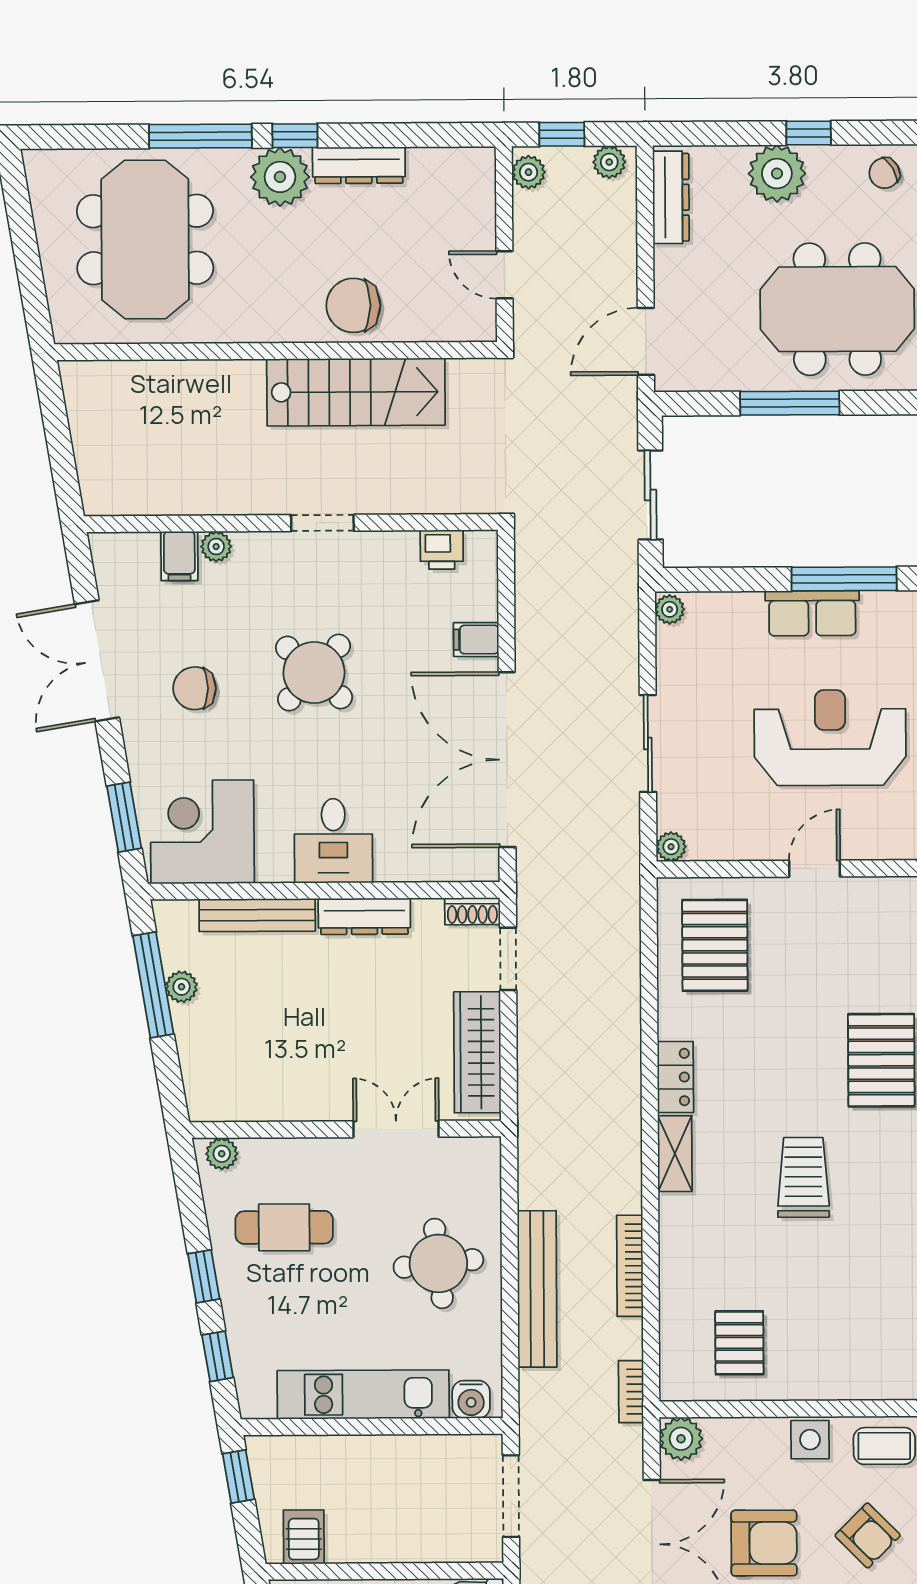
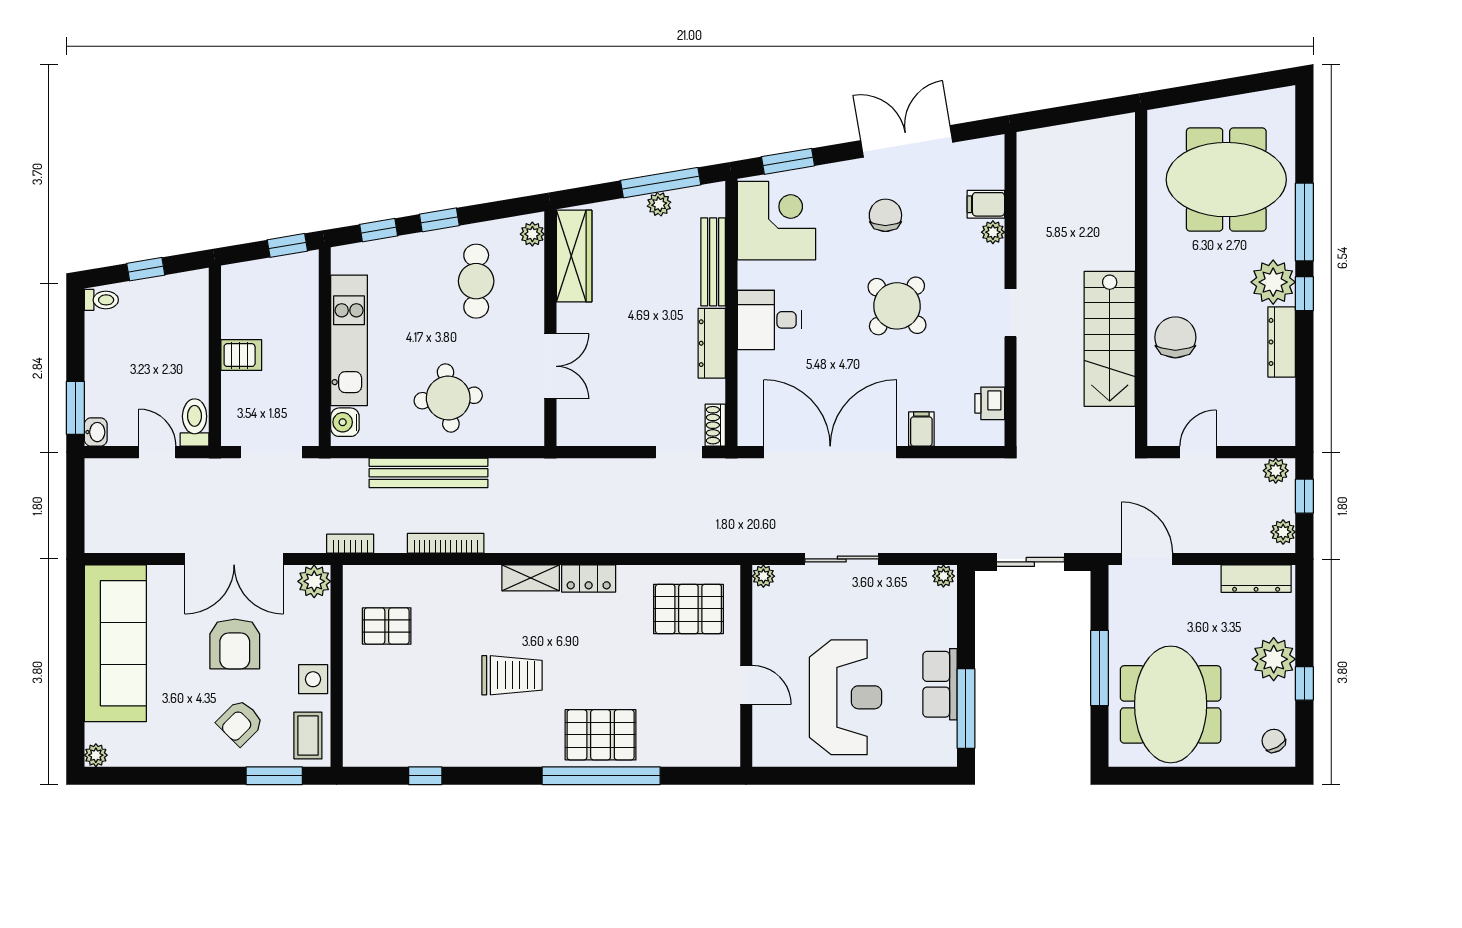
wardrobe: (477, 1052) -> (574, 256), moved, turned 90
server rack: (304, 1537) -> (241, 355), moved

